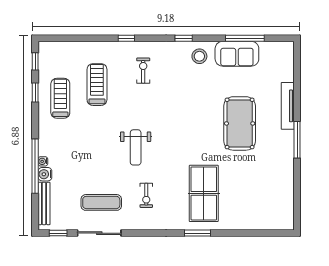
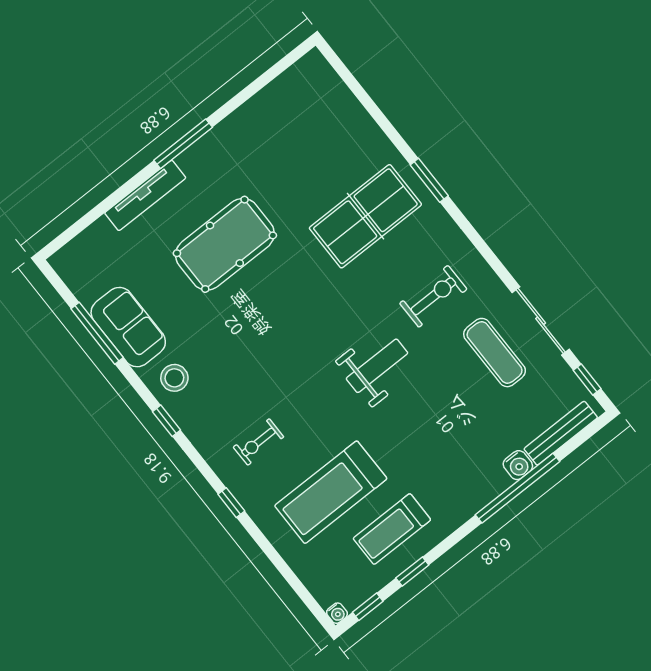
treadmill: (97, 85) -> (331, 492), width x1.37, depth x1.38
water cooler: (43, 161) -> (337, 613), moved
exercise bike: (146, 195) -> (433, 296), width x1.38, depth x1.39

